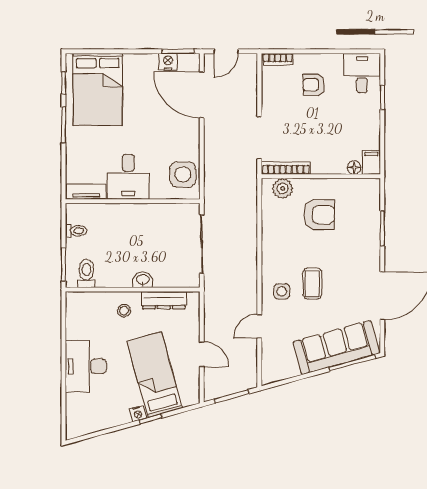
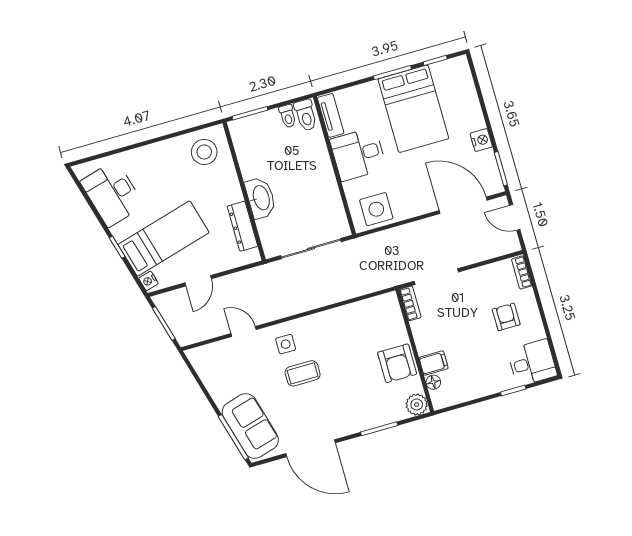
nightstand: (168, 62) -> (481, 140), moved
bed: (98, 90) -> (413, 109), moved, turned -90
door: (202, 95) -> (463, 205), hinge flipped
filing cabinet: (371, 162) -> (434, 363), moved
bookcase: (286, 168) -> (410, 303), width x0.64
plant: (283, 188) -> (417, 405), moved
armchair: (319, 215) -> (397, 363), moved
toilet: (86, 273) -> (306, 115), moved, turned 90
washbasin: (143, 280) -> (261, 198), width x1.91, depth x1.45
stool: (124, 311) -> (204, 152), moved, width x1.89, depth x1.89
sofa: (336, 347) -> (250, 426), width x0.73
desk: (86, 366) -> (112, 194), moved, turned -106
nightstand: (138, 413) -> (149, 281), moved

